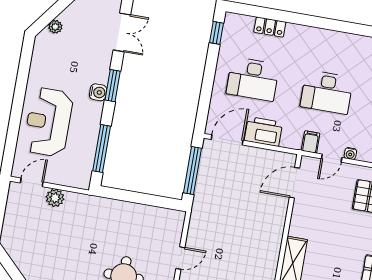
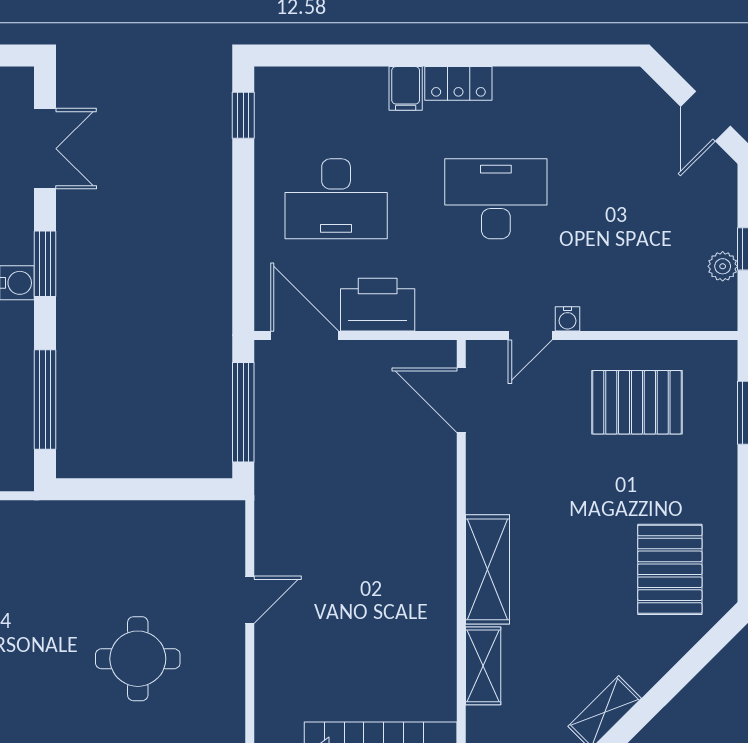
locker: (270, 27) -> (458, 83), moved
desk: (327, 92) -> (496, 199), turned 180
door: (227, 140) -> (305, 335), hinge flipped
filing cabinet: (311, 142) -> (406, 88), moved, turned 180
door: (294, 183) -> (461, 400), hinge flipped

